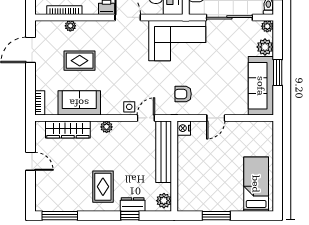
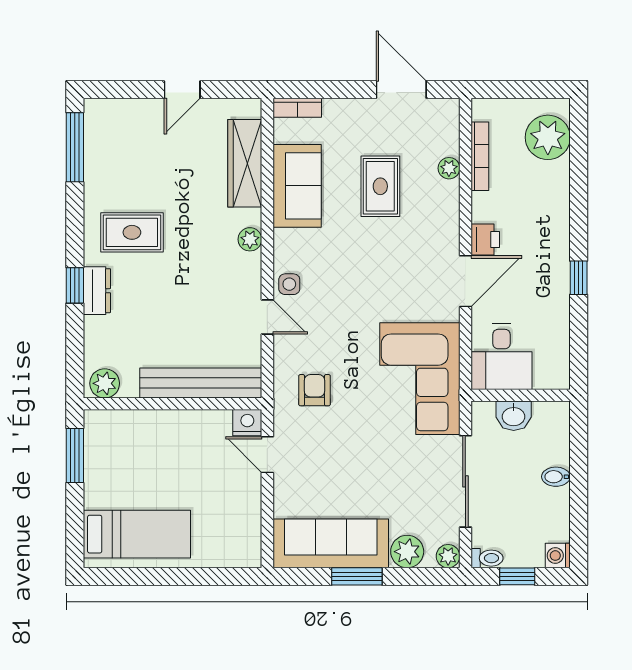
nightstand: (184, 128) -> (247, 423), moved
bench: (164, 152) -> (201, 383), moved
wall: (174, 166) -> (173, 404), moved
plant: (164, 201) -> (105, 383), moved

